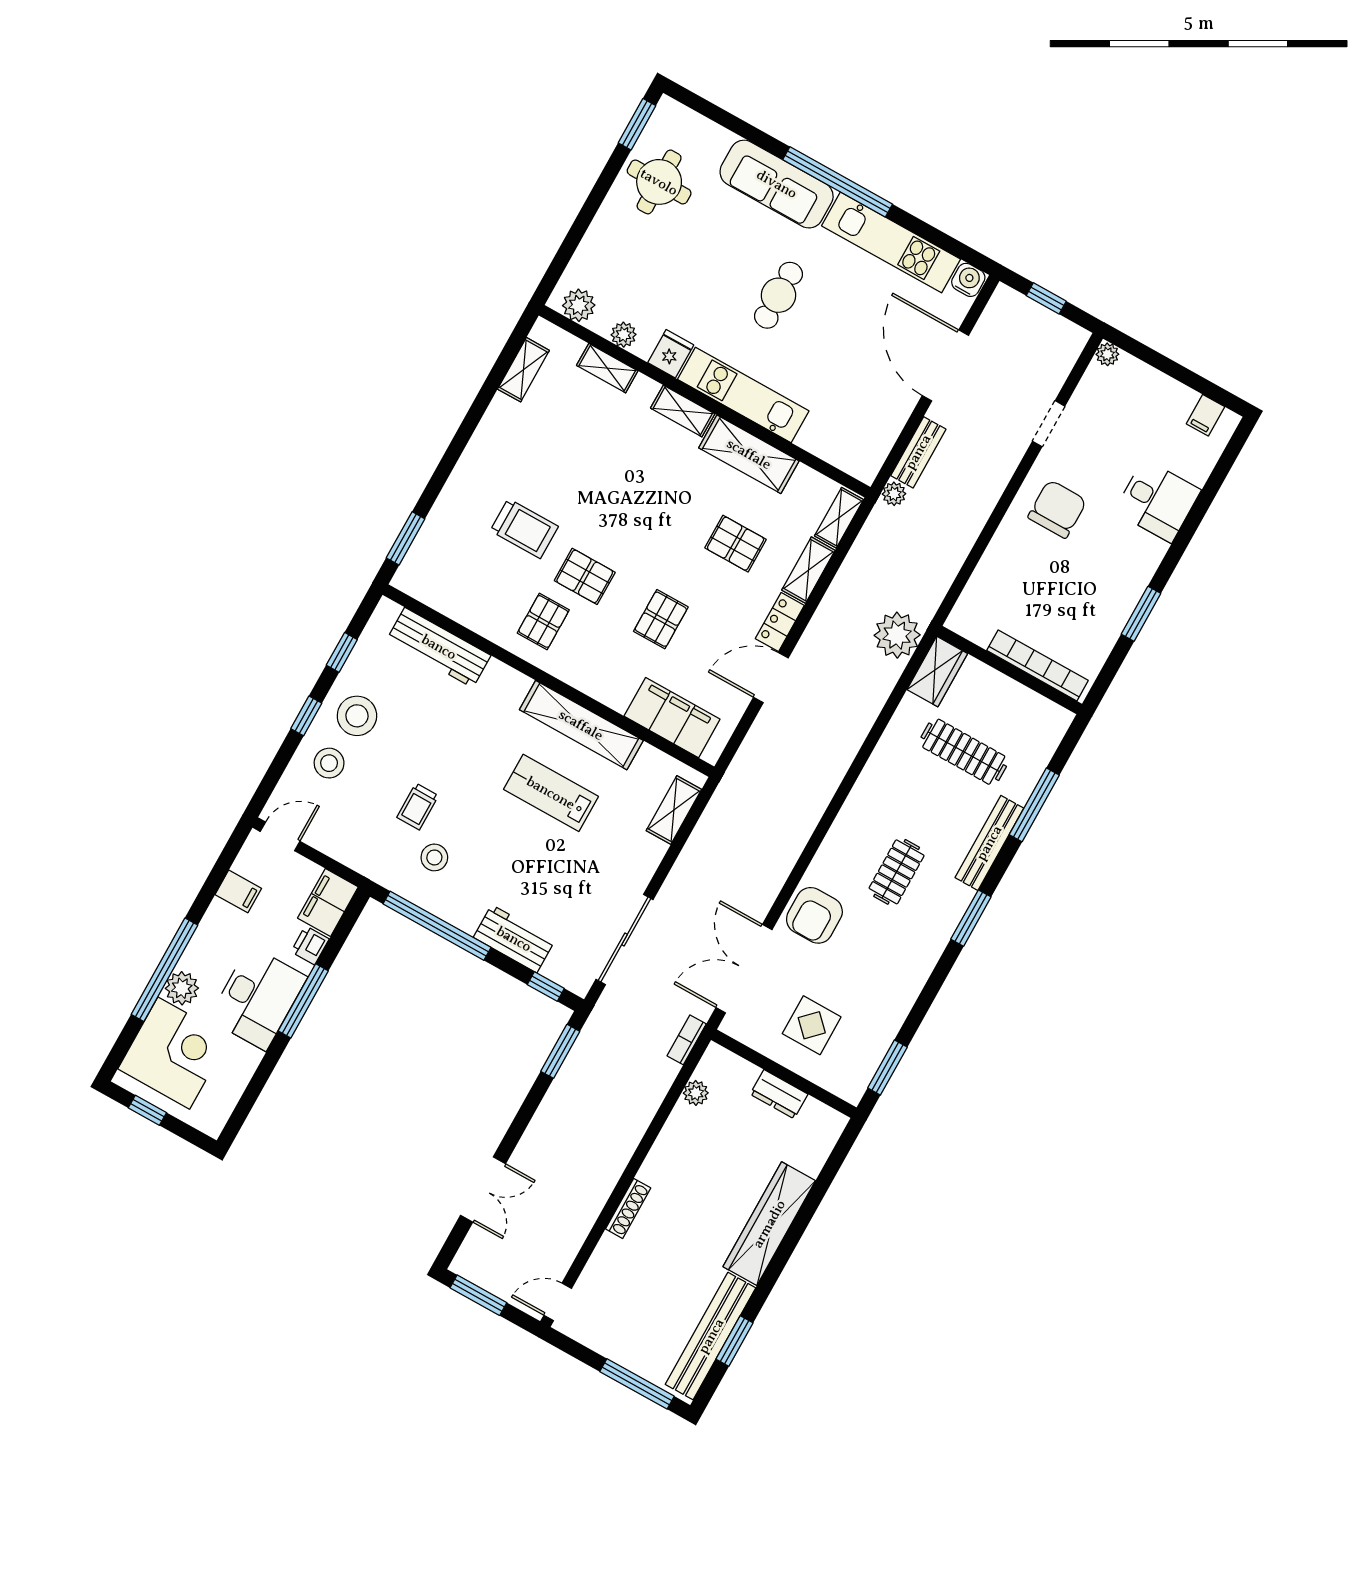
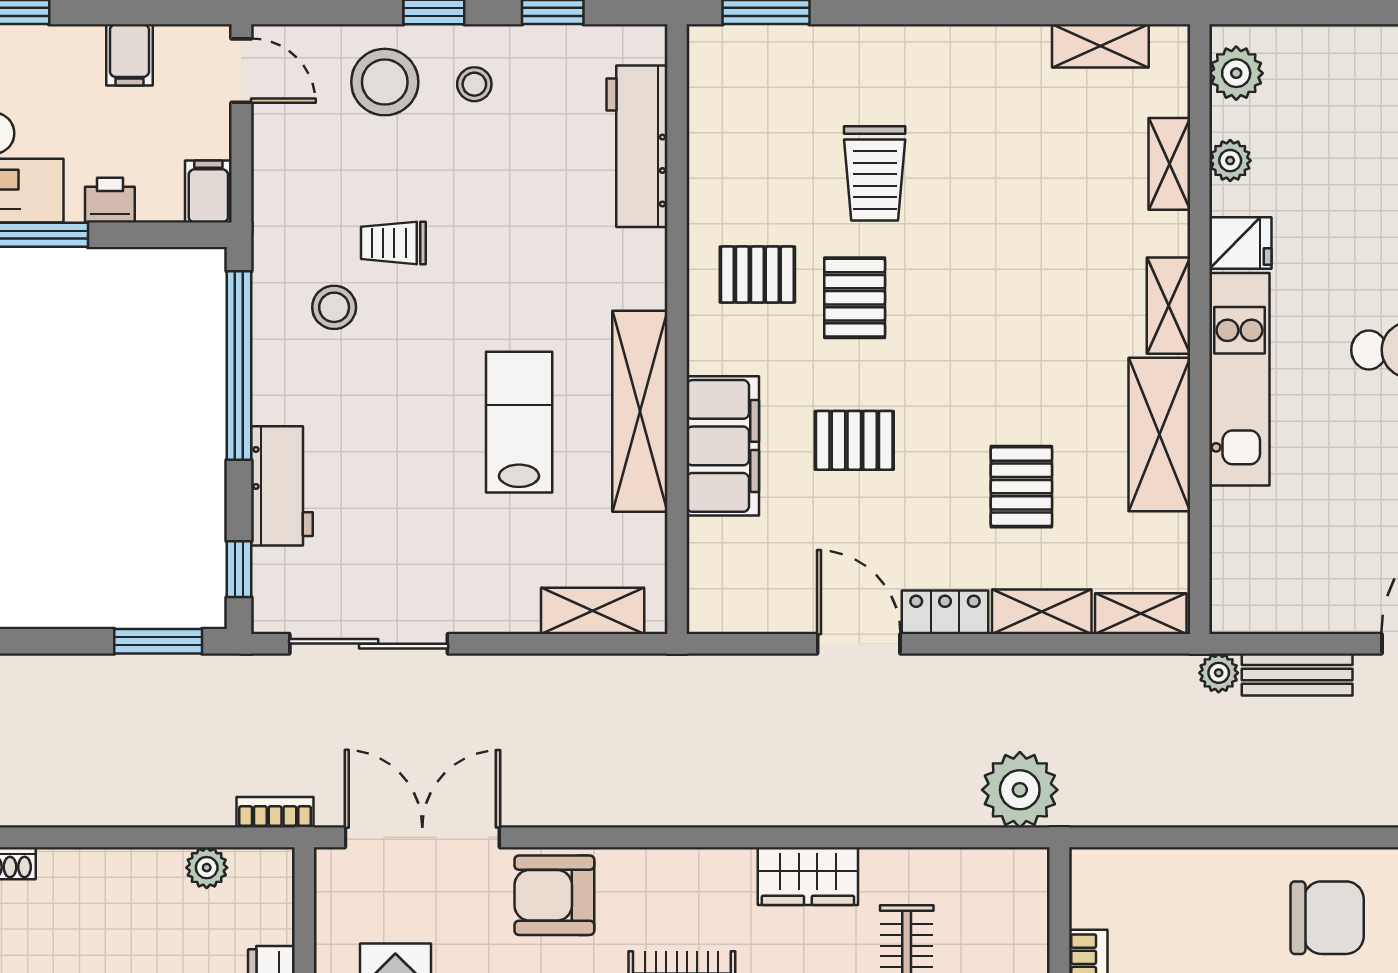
wardrobe: (937, 672) -> (808, 876), moved
stool: (357, 716) -> (474, 84), width x0.53, depth x0.53
filing cabinet: (672, 718) -> (723, 446), moved
stool: (329, 763) -> (385, 82), width x1.38, depth x1.38
filing cabinet: (328, 903) -> (208, 192), width x0.50

